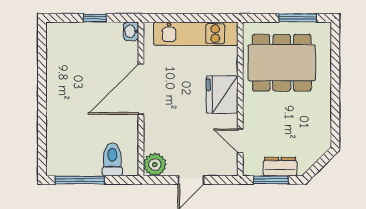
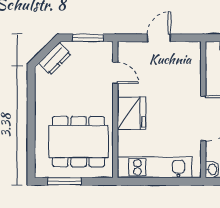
plant: (155, 165) -> (191, 51), removed
dresser: (280, 167) -> (55, 59), moved, turned -45

